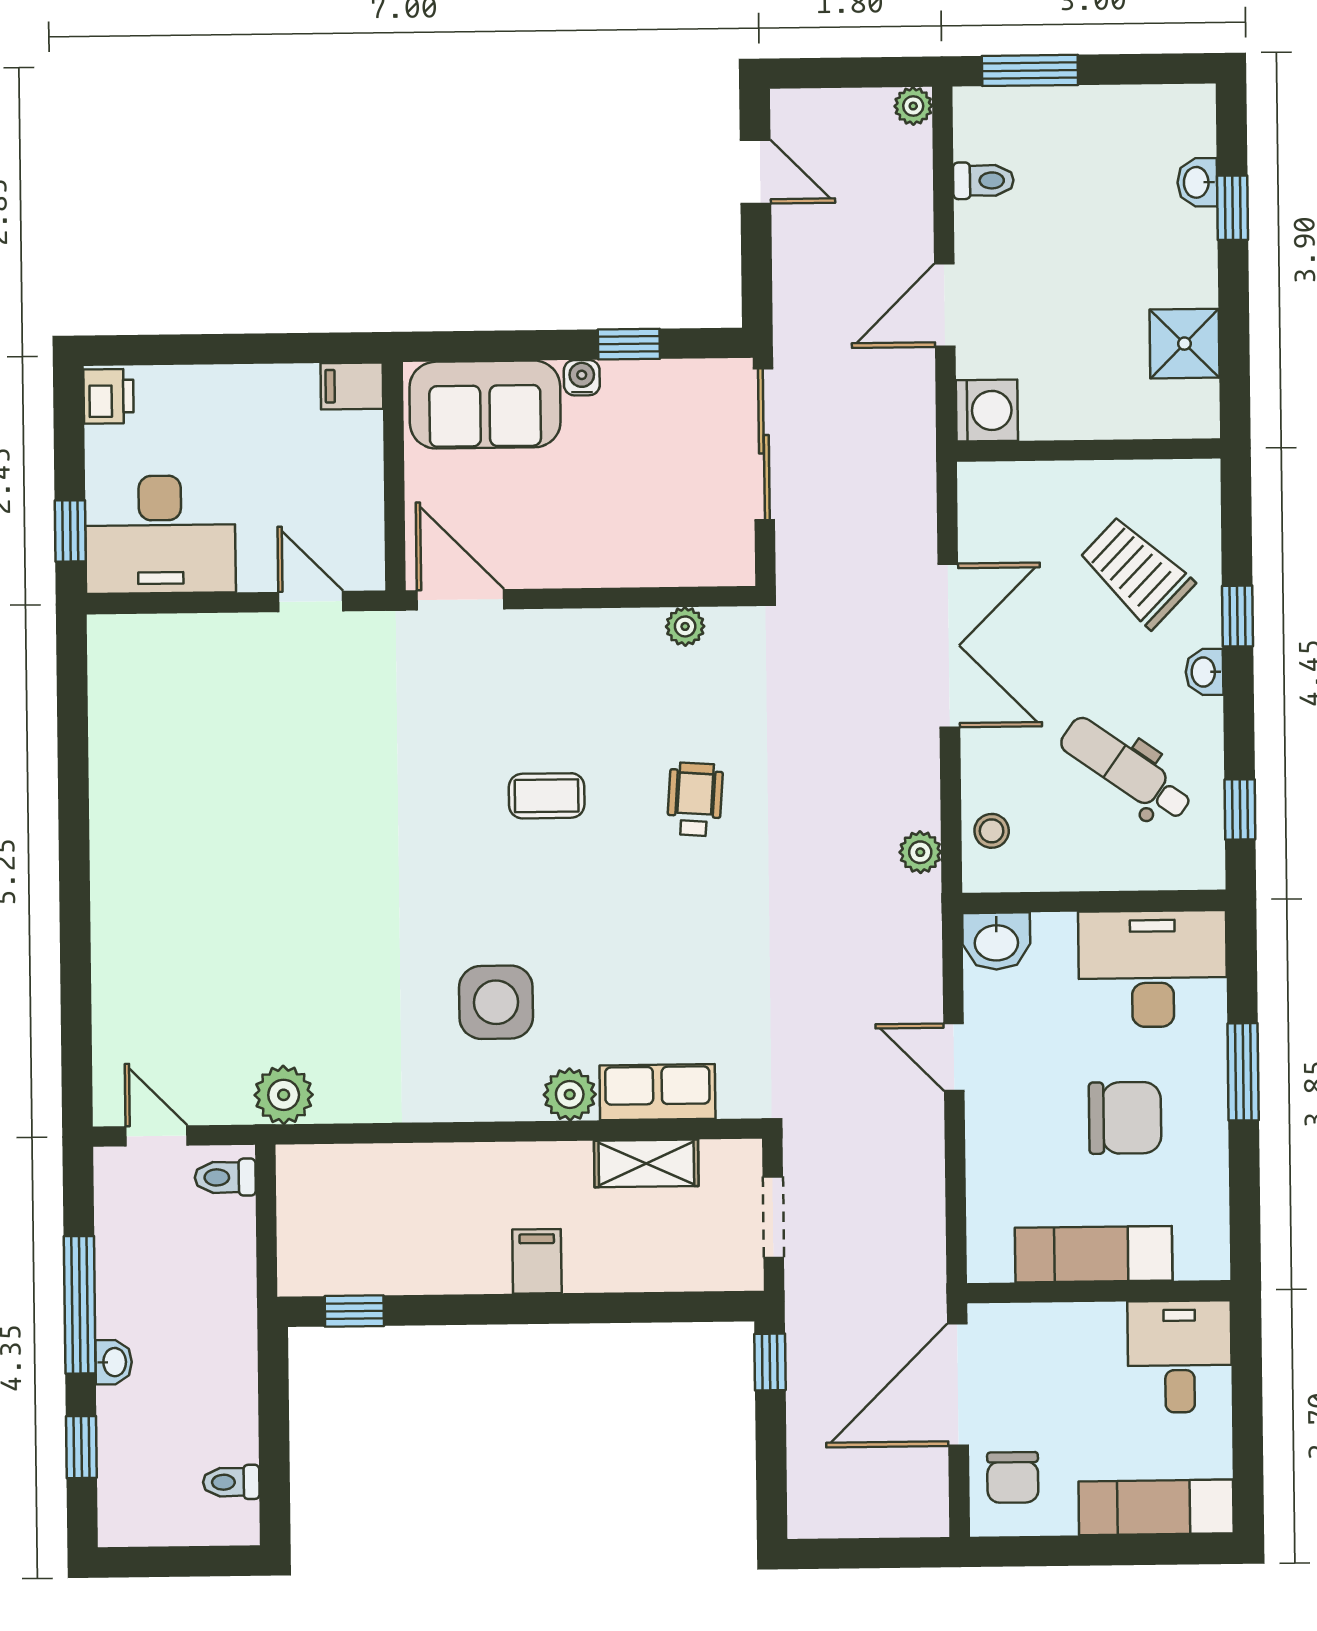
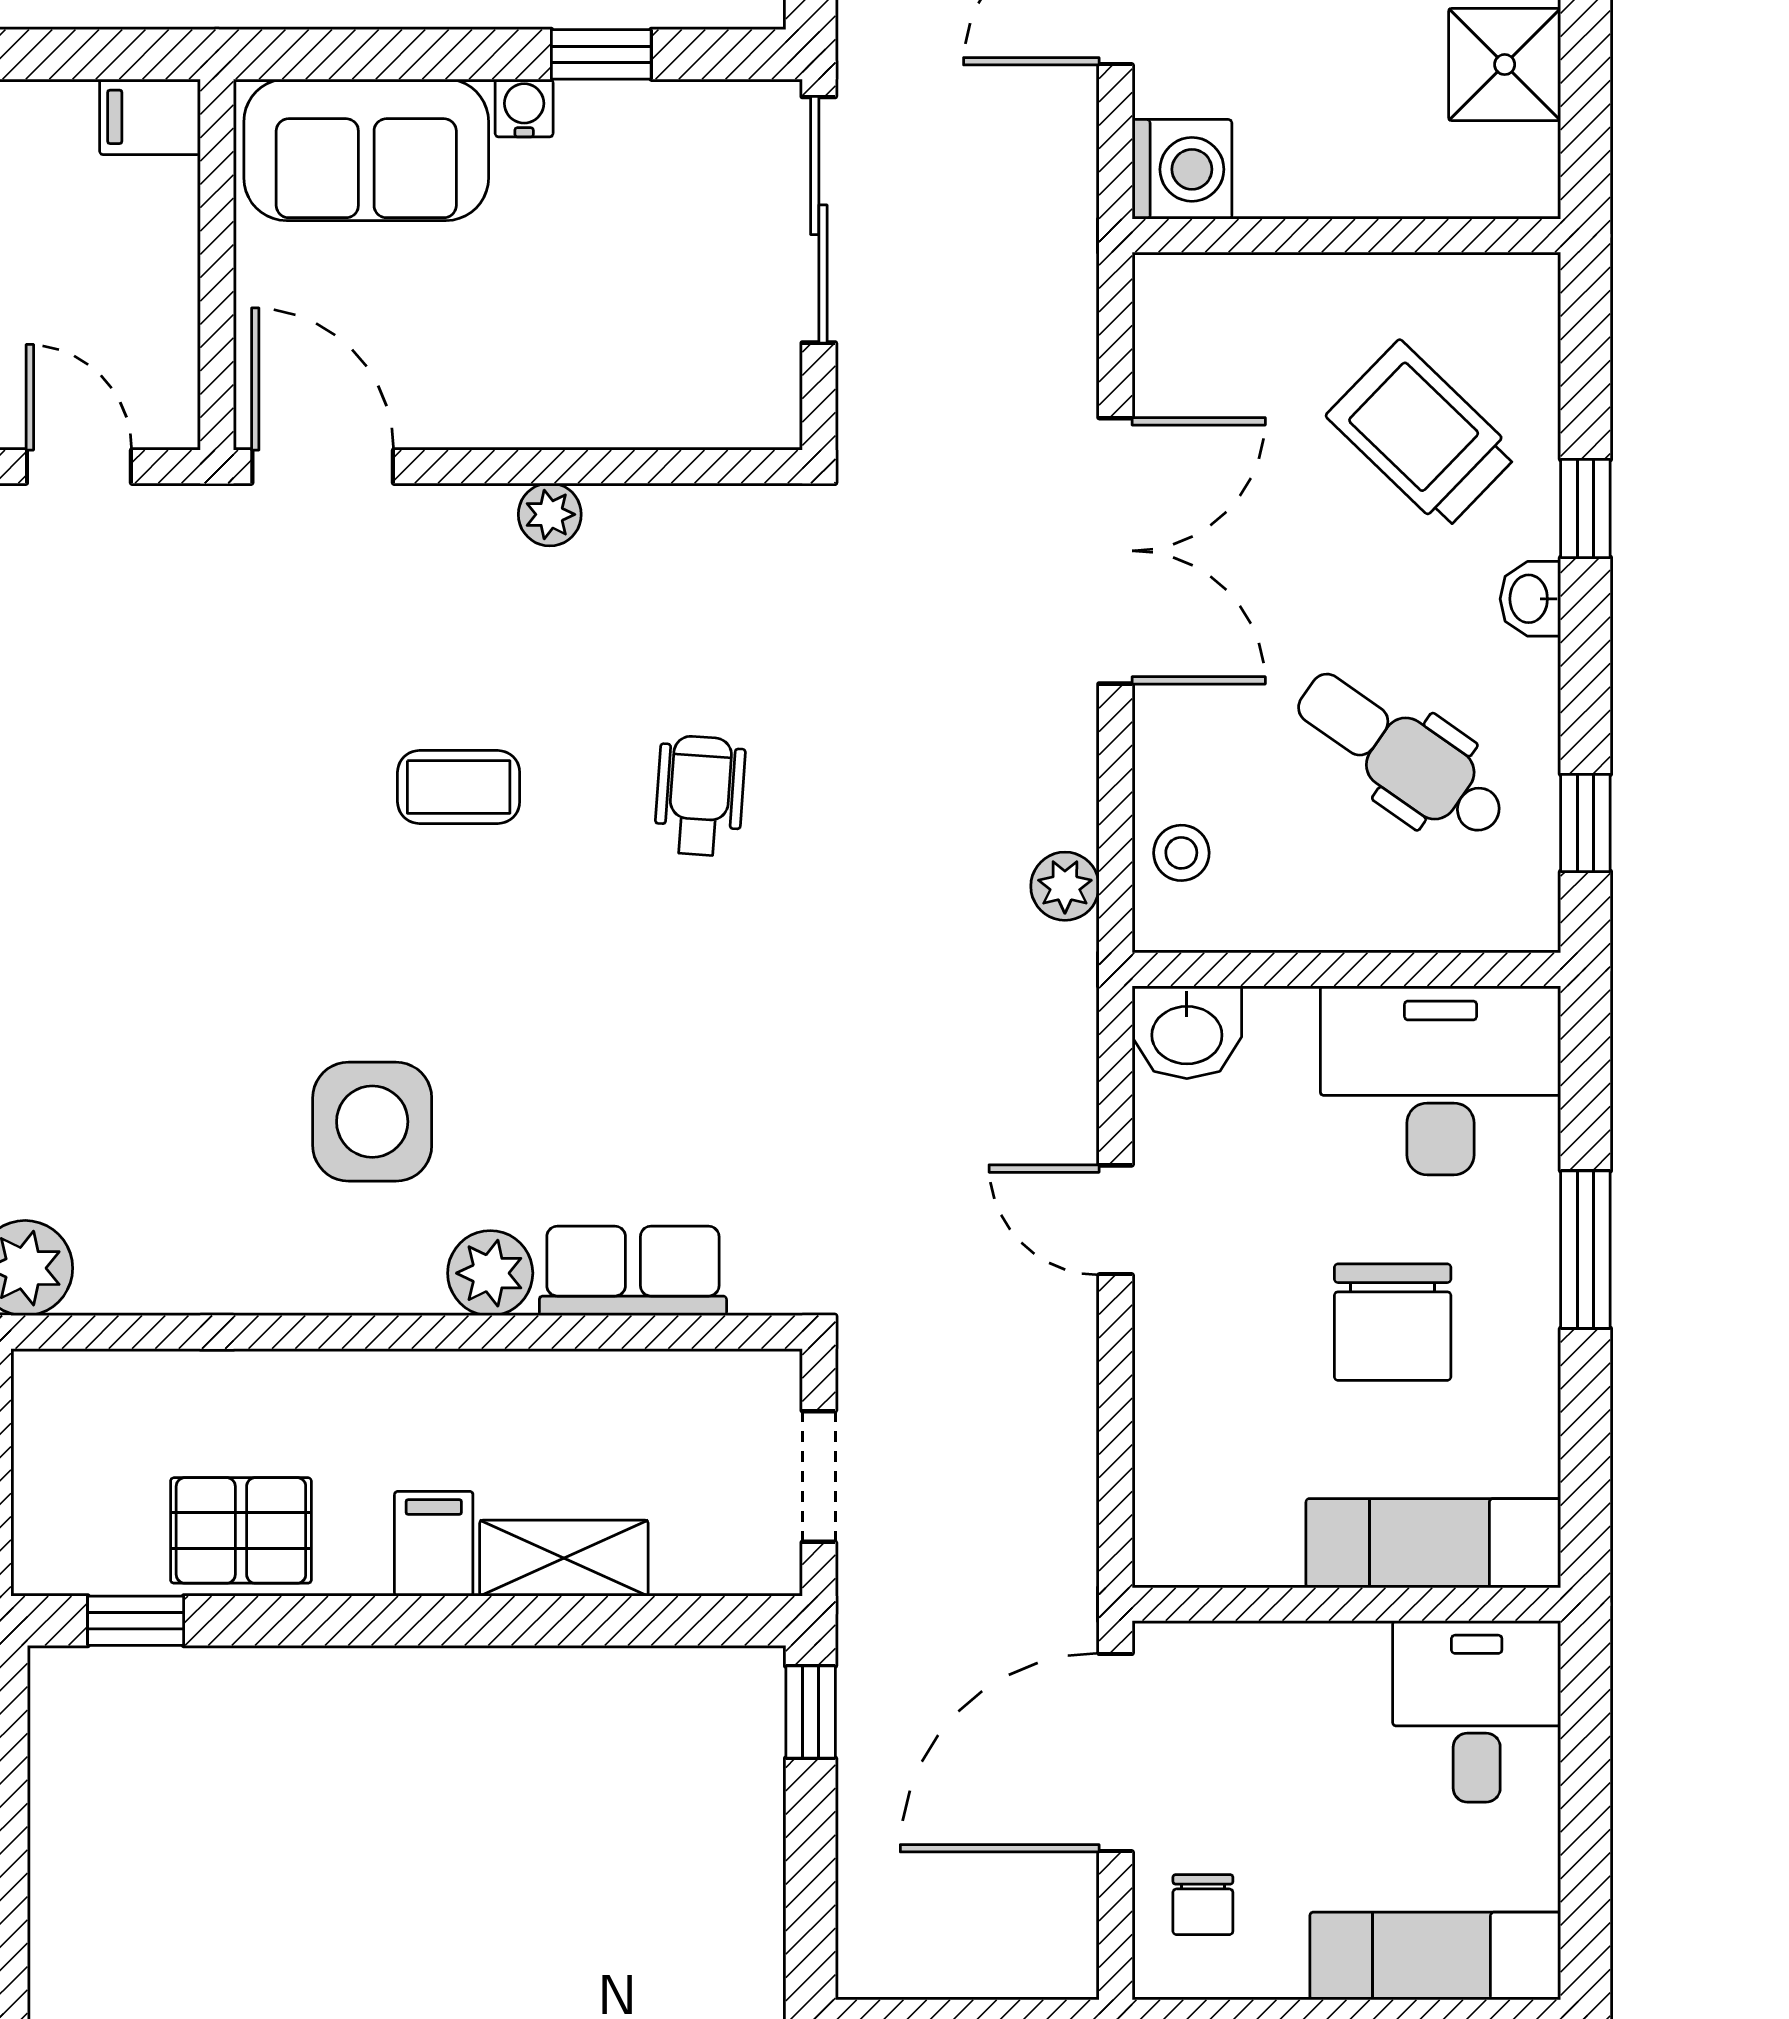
plant: (685, 626) -> (550, 514), moved
chair: (1125, 1118) -> (1393, 1322), turned 90
shelving: (646, 1163) -> (564, 1558), moved
exam couch: (1094, 1254) -> (1433, 1543), moved
pallet: (418, 1255) -> (241, 1530), added
chair: (1013, 1477) -> (1203, 1905), width x0.73, depth x0.73

